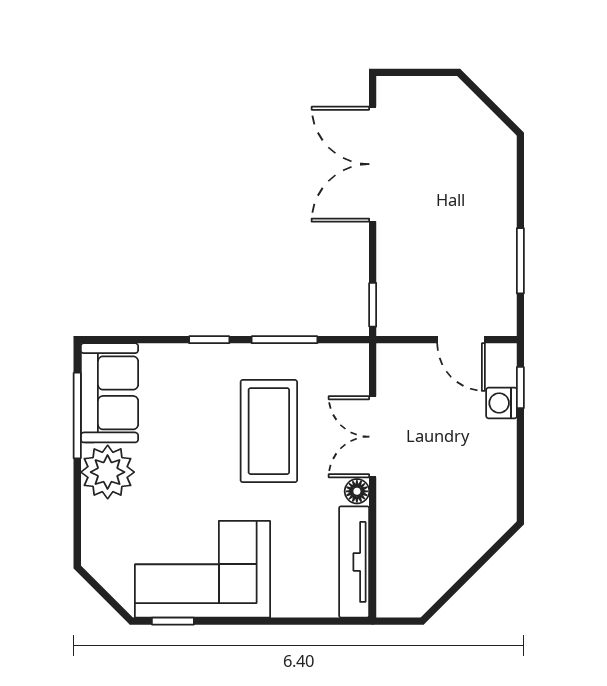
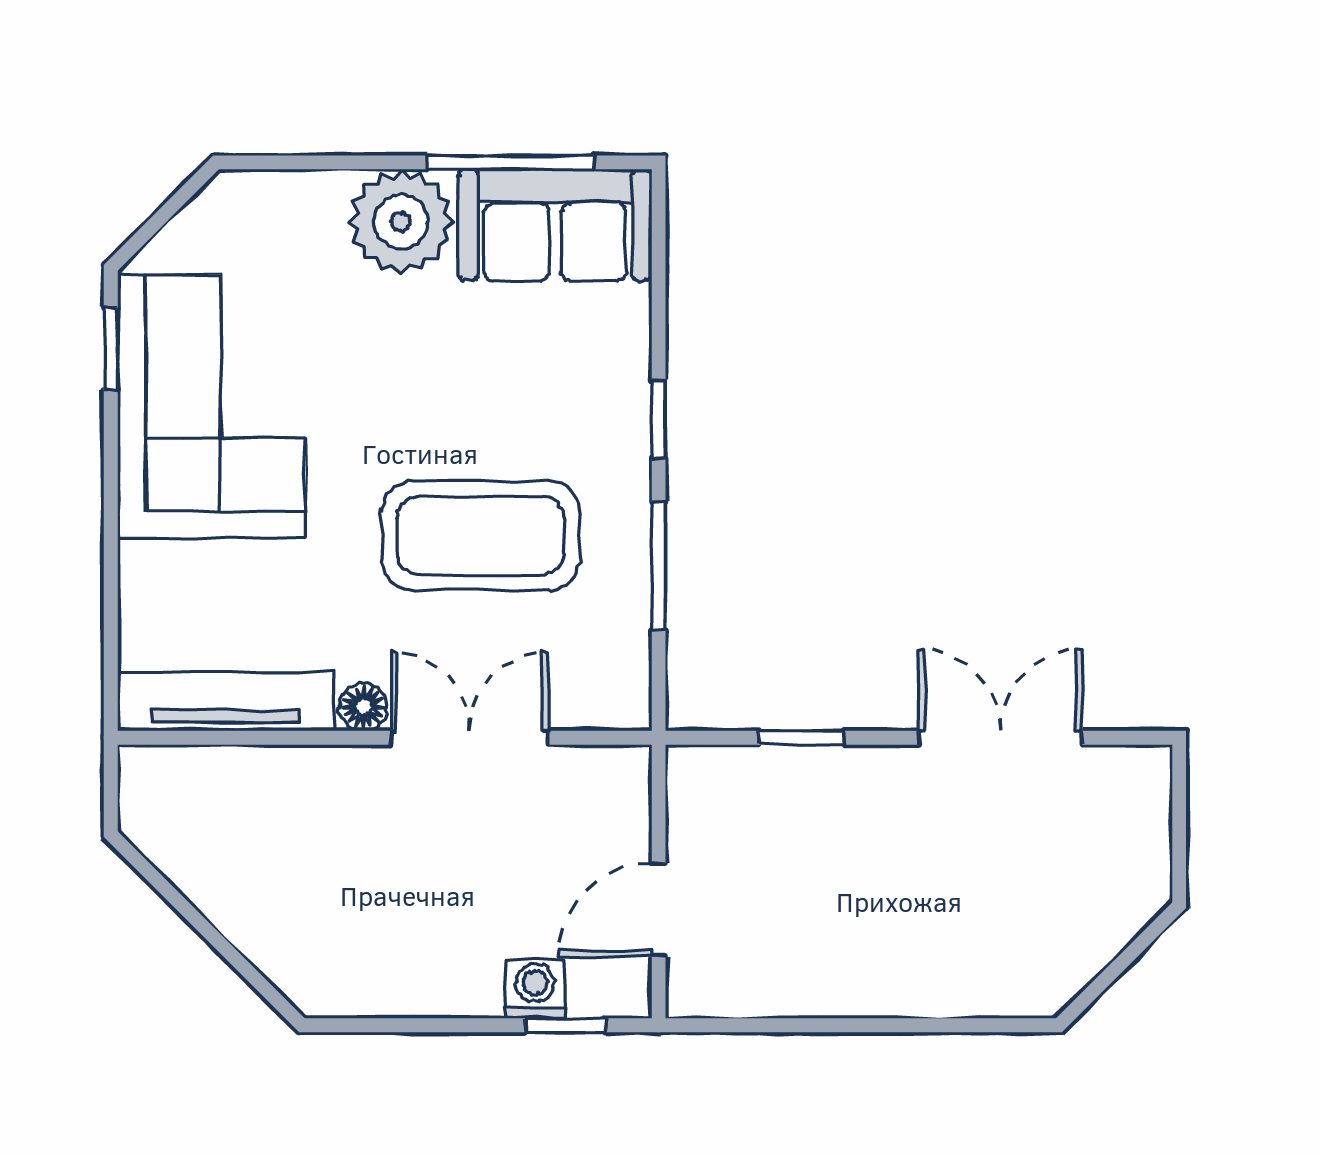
double door: (373, 164) -> (1000, 738), width x0.73
window: (520, 261) -> (812, 1025), removed
window: (373, 305) -> (801, 738), moved

